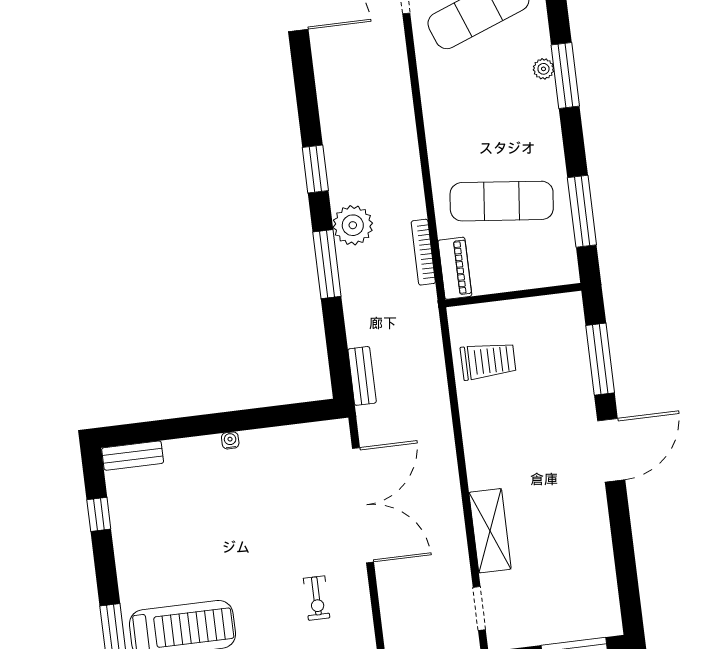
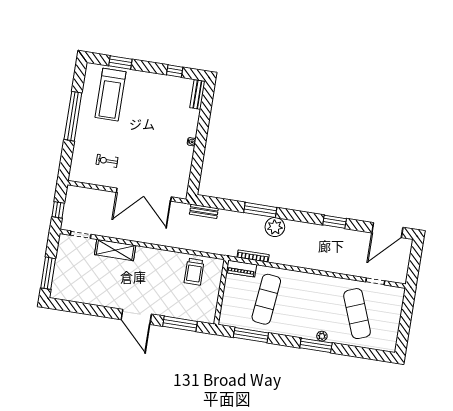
window: (315, 169) -> (335, 222), moved

